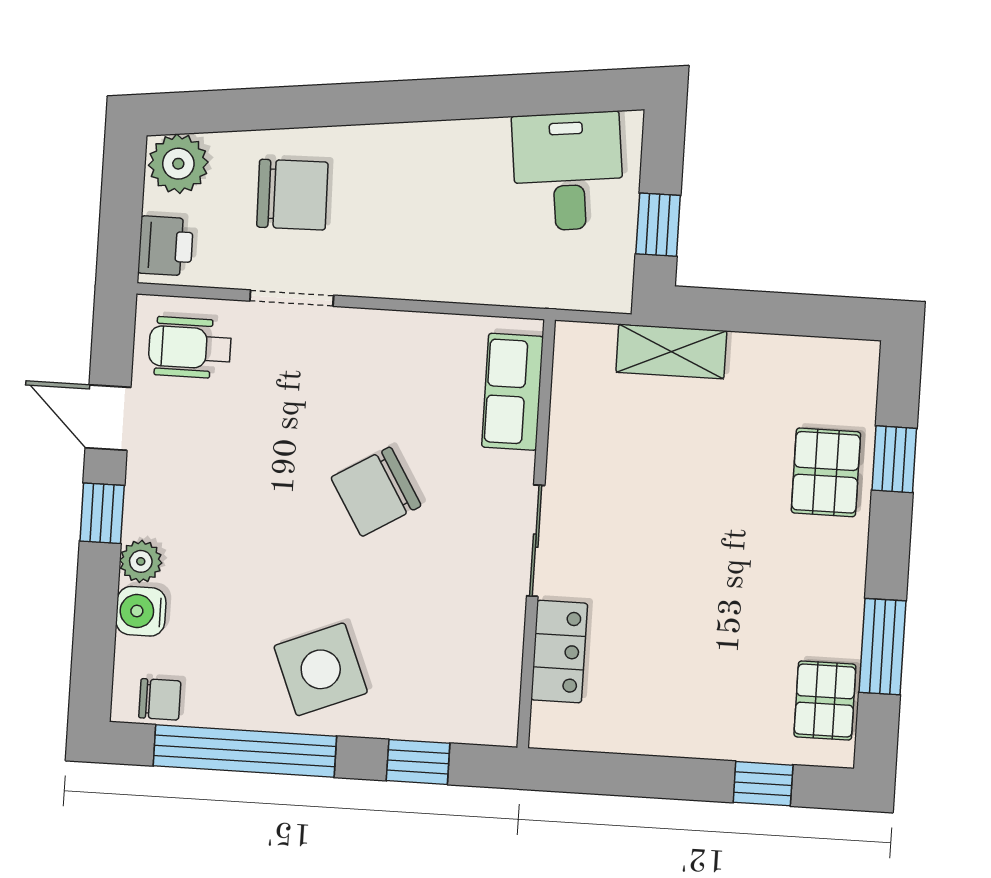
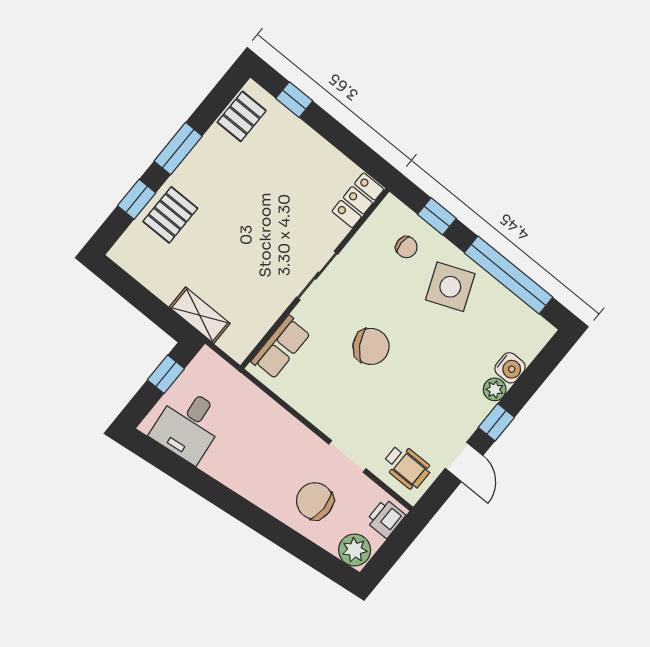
window: (882, 647) -> (178, 149), moved
locker: (559, 652) -> (358, 200), moved
chair: (160, 699) -> (406, 247), moved, turned 180

